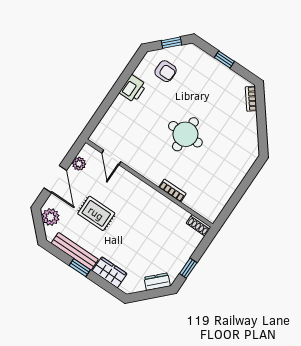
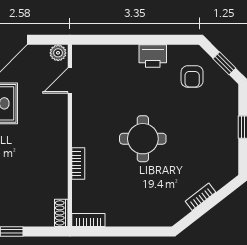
bookcase: (251, 99) -> (200, 197), moved
plant: (79, 164) -> (58, 53), moved
bookcase: (216, 210) -> (88, 220), added

